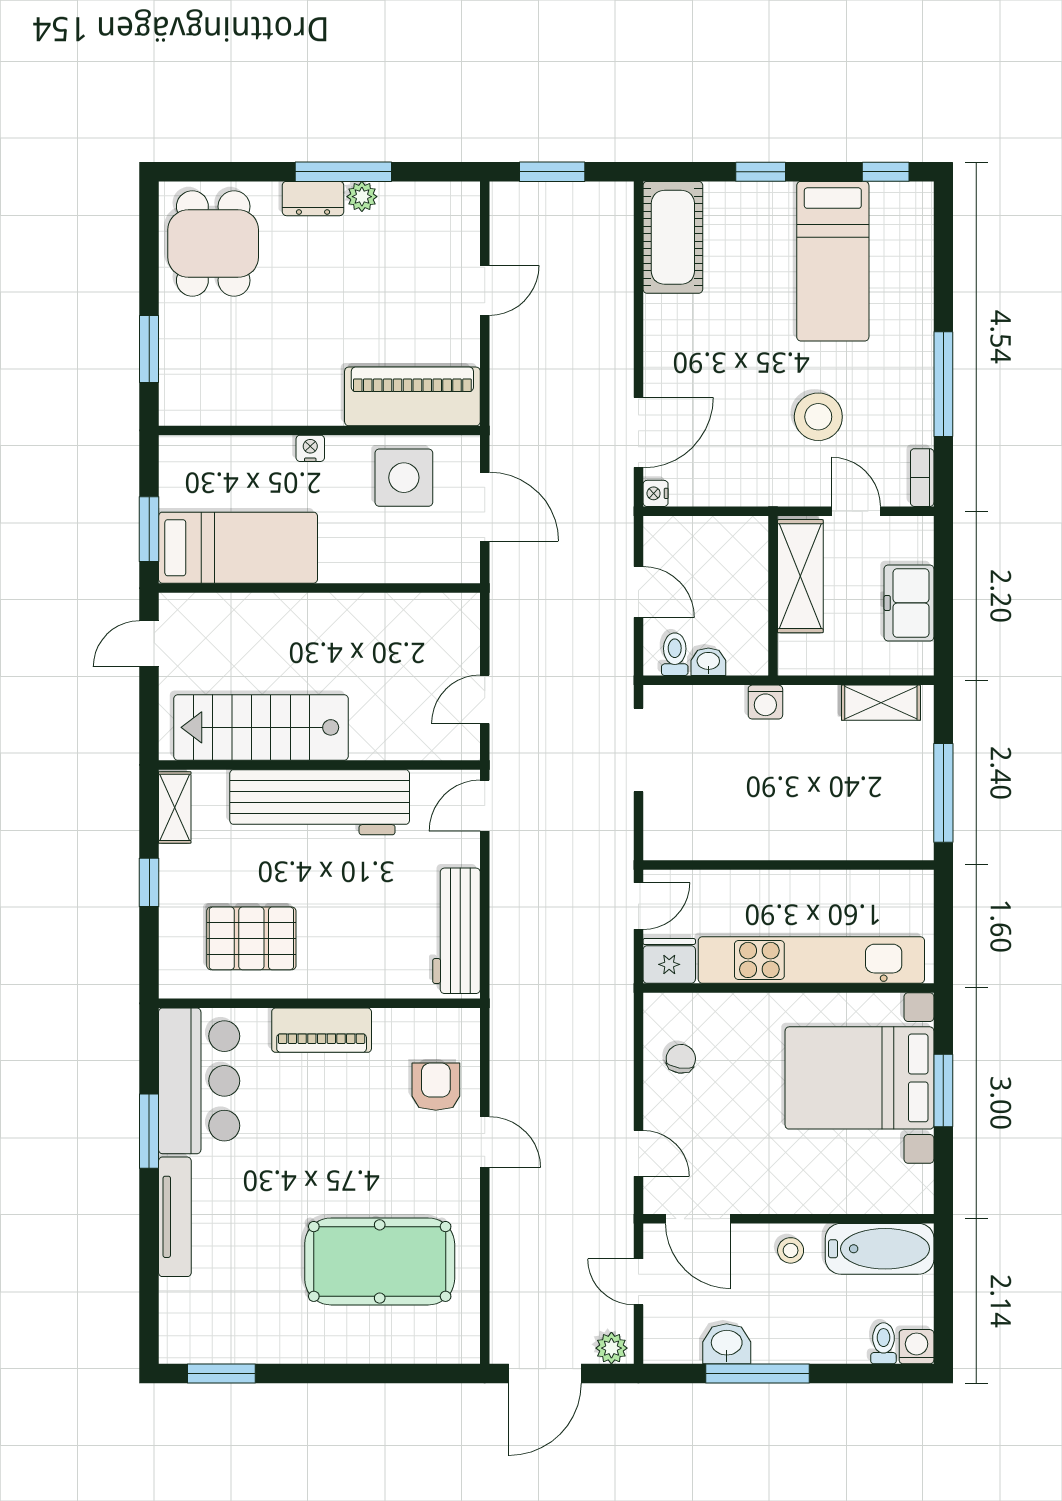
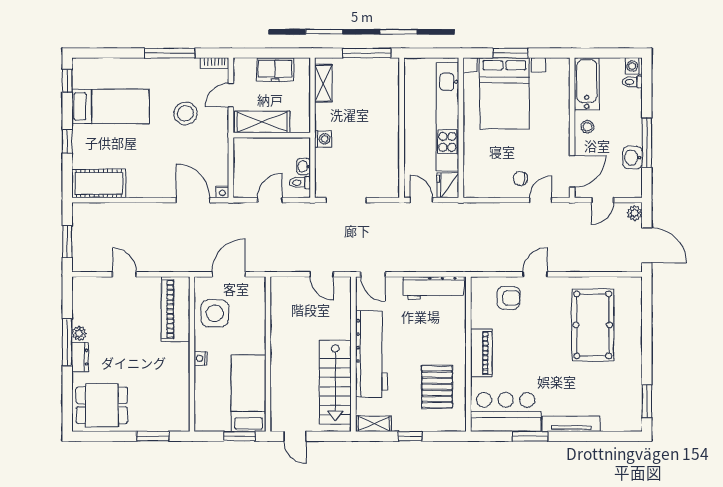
chair: (681, 1059) -> (520, 178), moved
armchair: (436, 1087) -> (508, 298), turned 180

